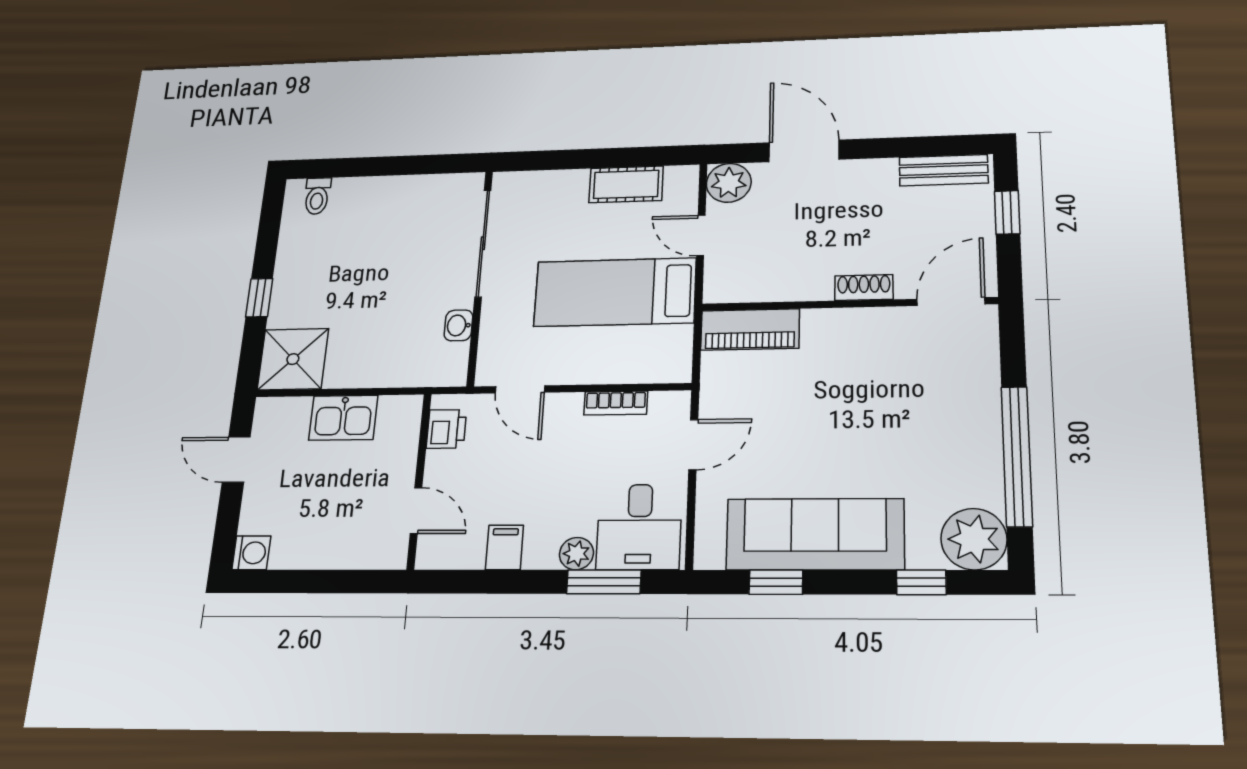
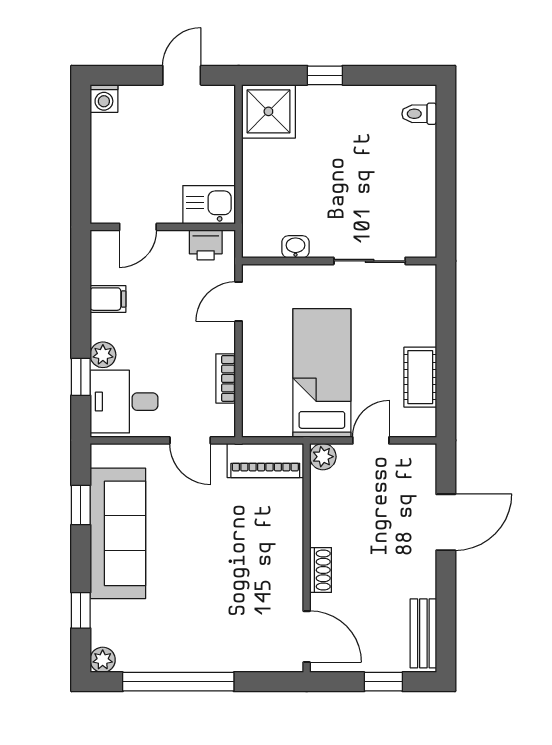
plant: (729, 183) -> (323, 457), moved, width x0.73, depth x0.73
sliding door: (483, 243) -> (370, 261), width x0.73
piano: (750, 329) -> (265, 461), moved, turned -90
kitchen sink: (343, 418) -> (209, 205), moved, turned 90
plant: (974, 539) -> (103, 660), width x0.53, depth x0.53
window: (604, 582) -> (81, 377), width x0.67

